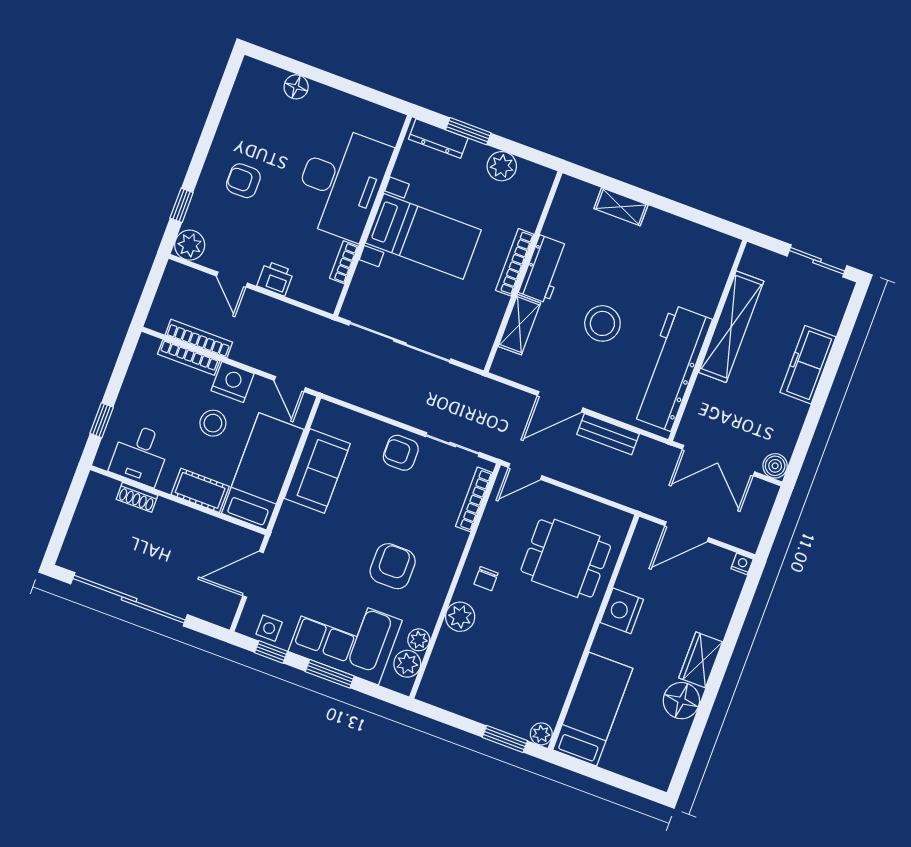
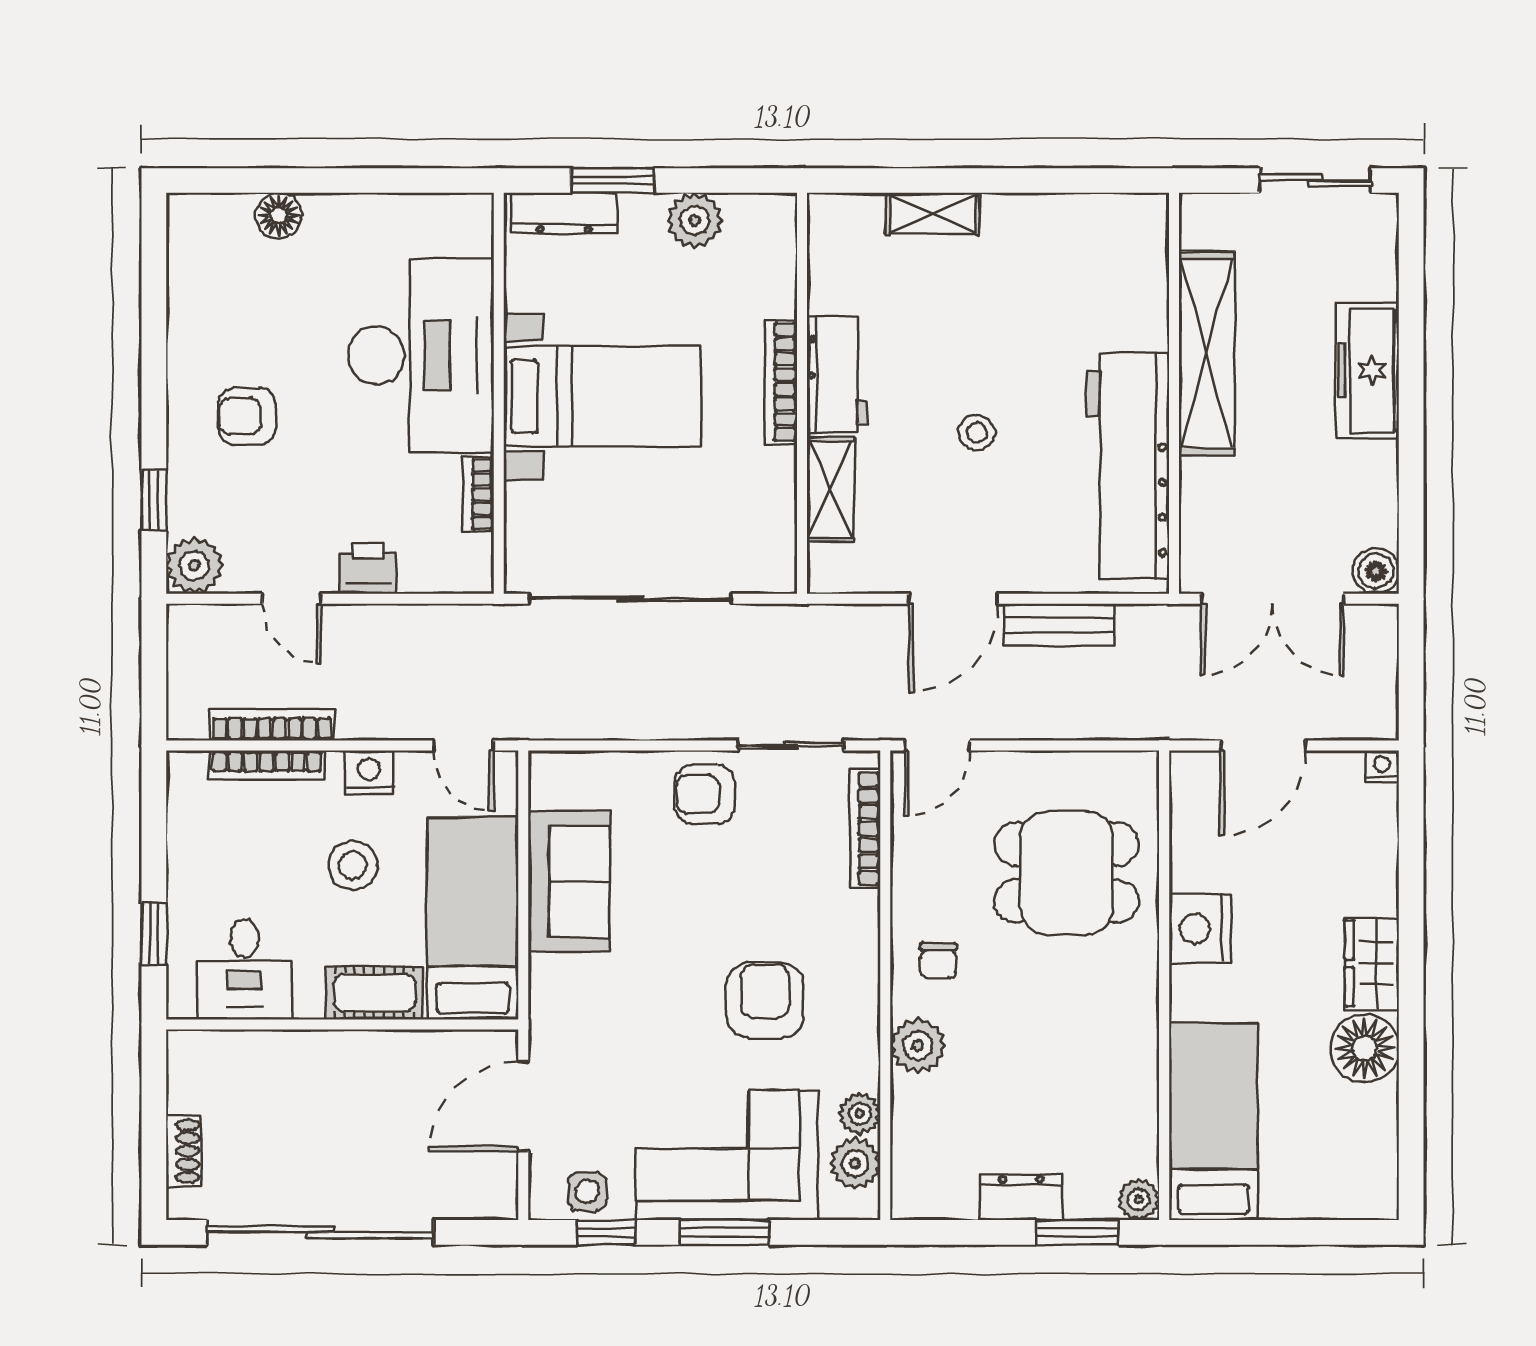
stool: (602, 323) -> (977, 433), width x0.53, depth x0.53
nightstand: (233, 382) -> (369, 773), width x0.74, depth x0.75
shoe rack: (137, 497) -> (183, 1151), moved, turned -90
dresser: (483, 711) -> (1021, 1197), added

